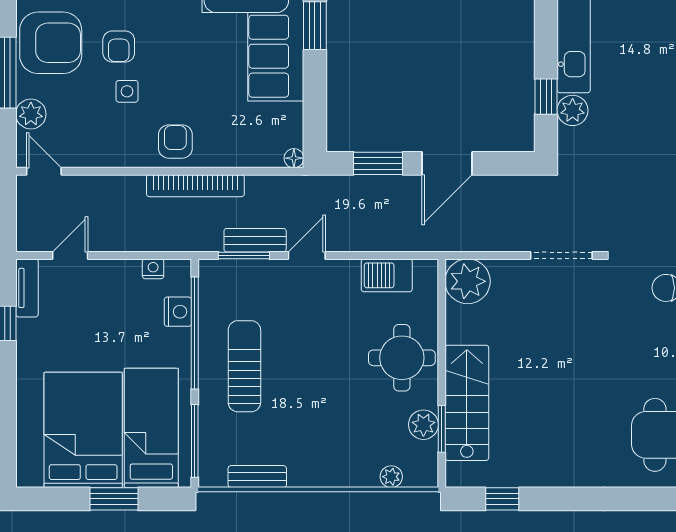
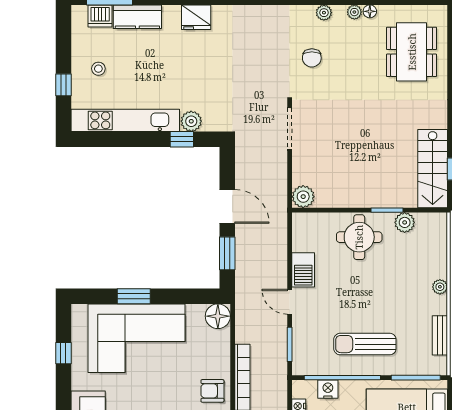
floor lamp: (294, 158) -> (218, 316), width x1.89, depth x1.89
bench: (255, 240) -> (279, 337), removed
barbecue: (387, 275) -> (303, 270), moved
plant: (468, 281) -> (303, 197), width x0.73, depth x0.73
stairs: (467, 403) -> (433, 169), moved, turned -90
window: (442, 429) -> (387, 210), moved
plant: (391, 477) -> (440, 287), moved

